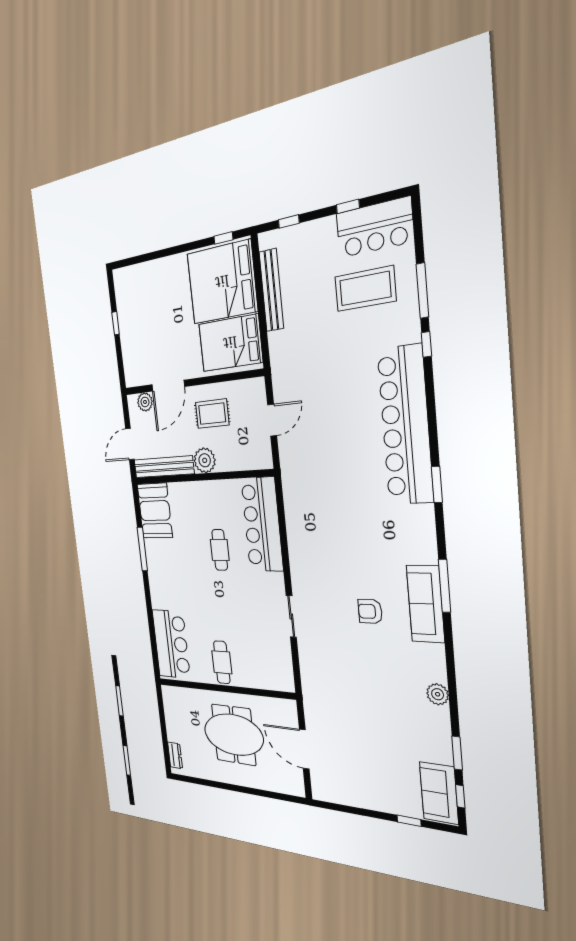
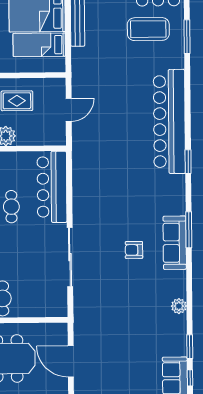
bed: (230, 343) -> (39, 45), width x0.67
window: (426, 344) -> (187, 71), removed
sliding door: (291, 617) -> (70, 257), width x1.86

